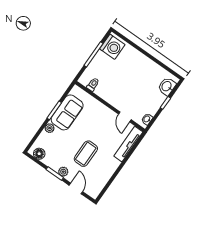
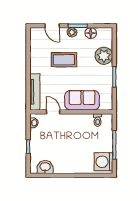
washbasin: (167, 86) -> (45, 167), moved, turned -90
sofa: (67, 112) -> (82, 100), moved, turned 90
plant: (50, 128) -> (104, 56), width x1.88, depth x1.88
floor lamp: (39, 154) -> (91, 33), moved
coffee table: (86, 154) -> (64, 60), turned 90

